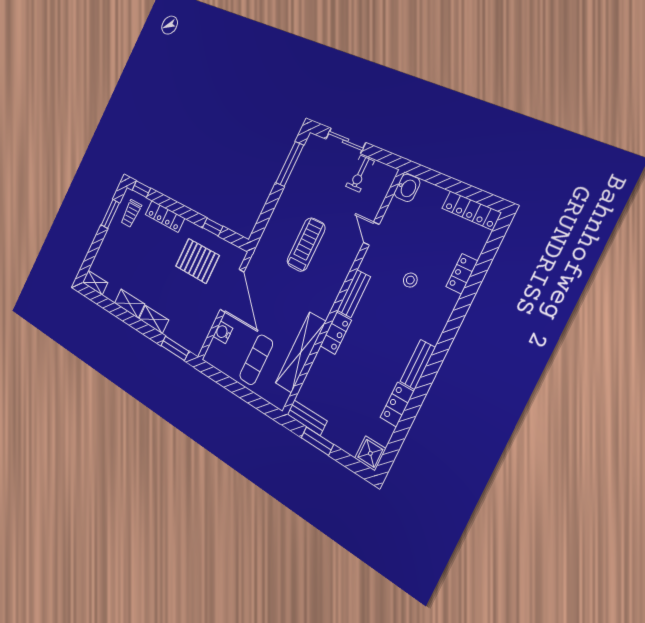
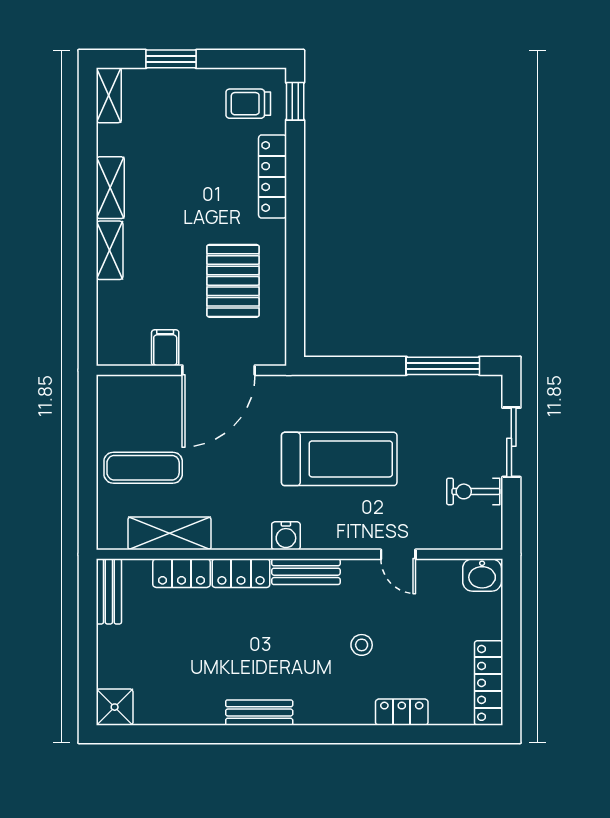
window: (110, 214) -> (171, 59), moved
window: (213, 227) -> (295, 280), removed
door: (371, 234) -> (398, 554), swing flipped
treadmill: (306, 245) -> (339, 459), width x1.37, depth x1.38
filing cabinet: (208, 314) -> (165, 348), added
water cooler: (223, 332) -> (286, 536), moved, turned 180
window: (175, 348) -> (88, 316), removed
shelving: (301, 352) -> (170, 533), width x0.68
locker: (397, 404) -> (182, 573), moved, turned 180
window: (317, 441) -> (88, 624), removed

